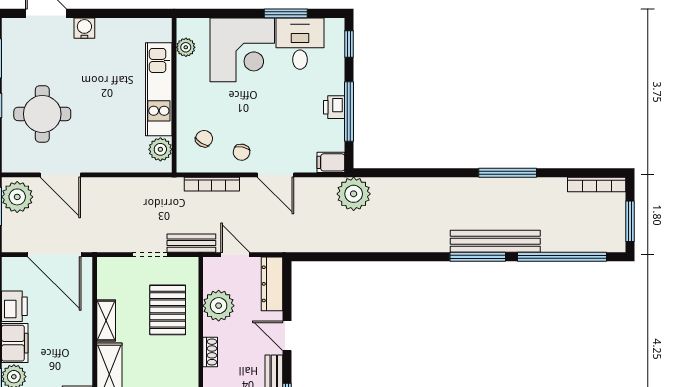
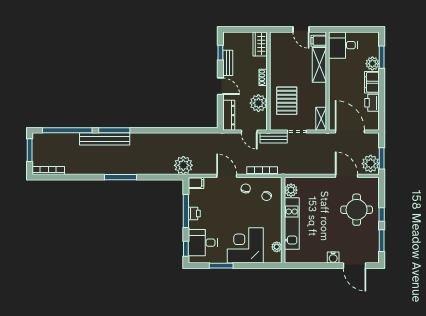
desk: (300, 44) -> (203, 243), moved, turned 90
window: (508, 173) -> (121, 177), moved
shelving: (106, 320) -> (321, 119), moved

